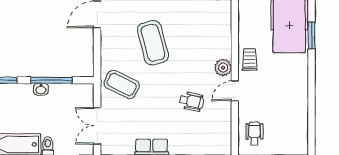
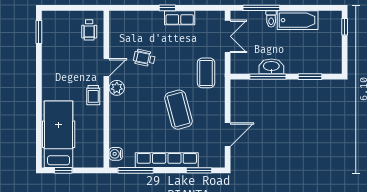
window: (311, 36) -> (39, 32), moved
coffee table: (122, 84) -> (206, 73), turned 64
washbasin: (41, 89) -> (271, 66), width x1.91, depth x1.45

